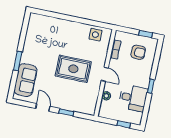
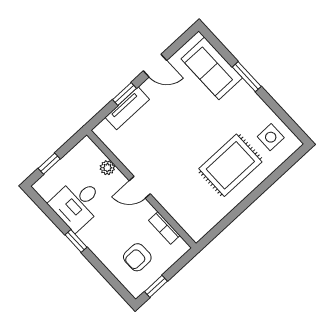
side table: (95, 35) -> (271, 137), moved
rug: (73, 69) -> (230, 165), moved
tv unit: (72, 106) -> (127, 108), added

